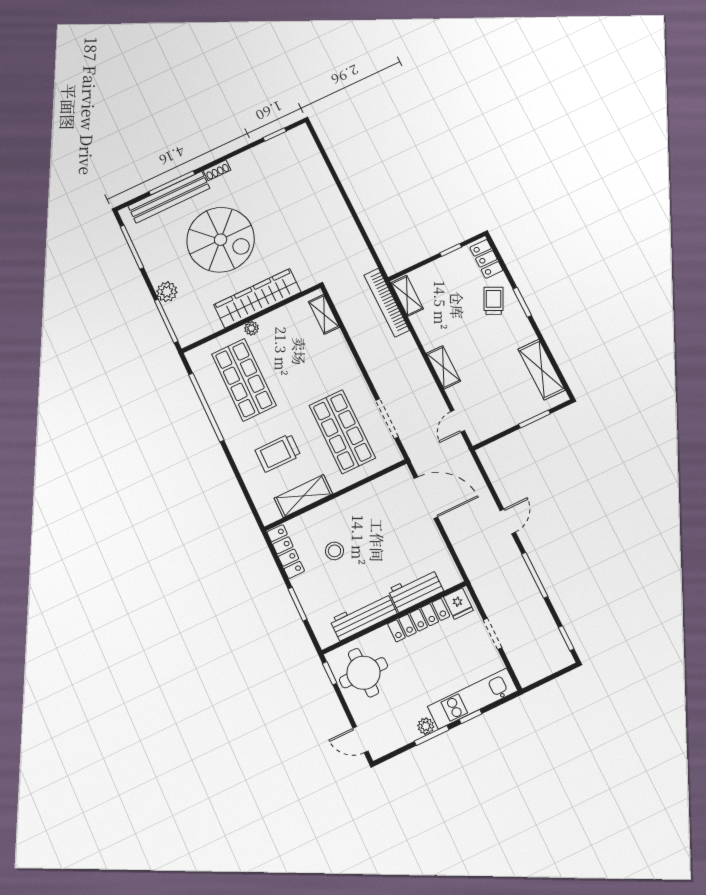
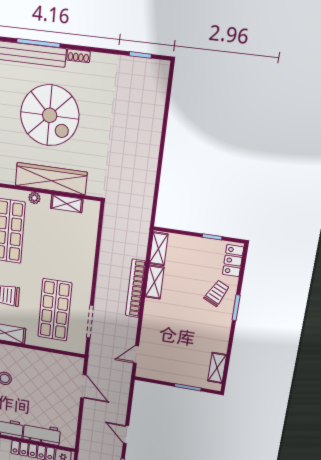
bookcase: (387, 303) -> (135, 288), moved
shelving: (324, 314) -> (67, 204), moved, turned 90
shelving: (443, 367) -> (155, 282), moved
shelving: (542, 370) -> (217, 368), width x0.67, depth x0.75
door: (426, 498) -> (83, 386), width x0.73
door: (508, 521) -> (126, 434), swing flipped

